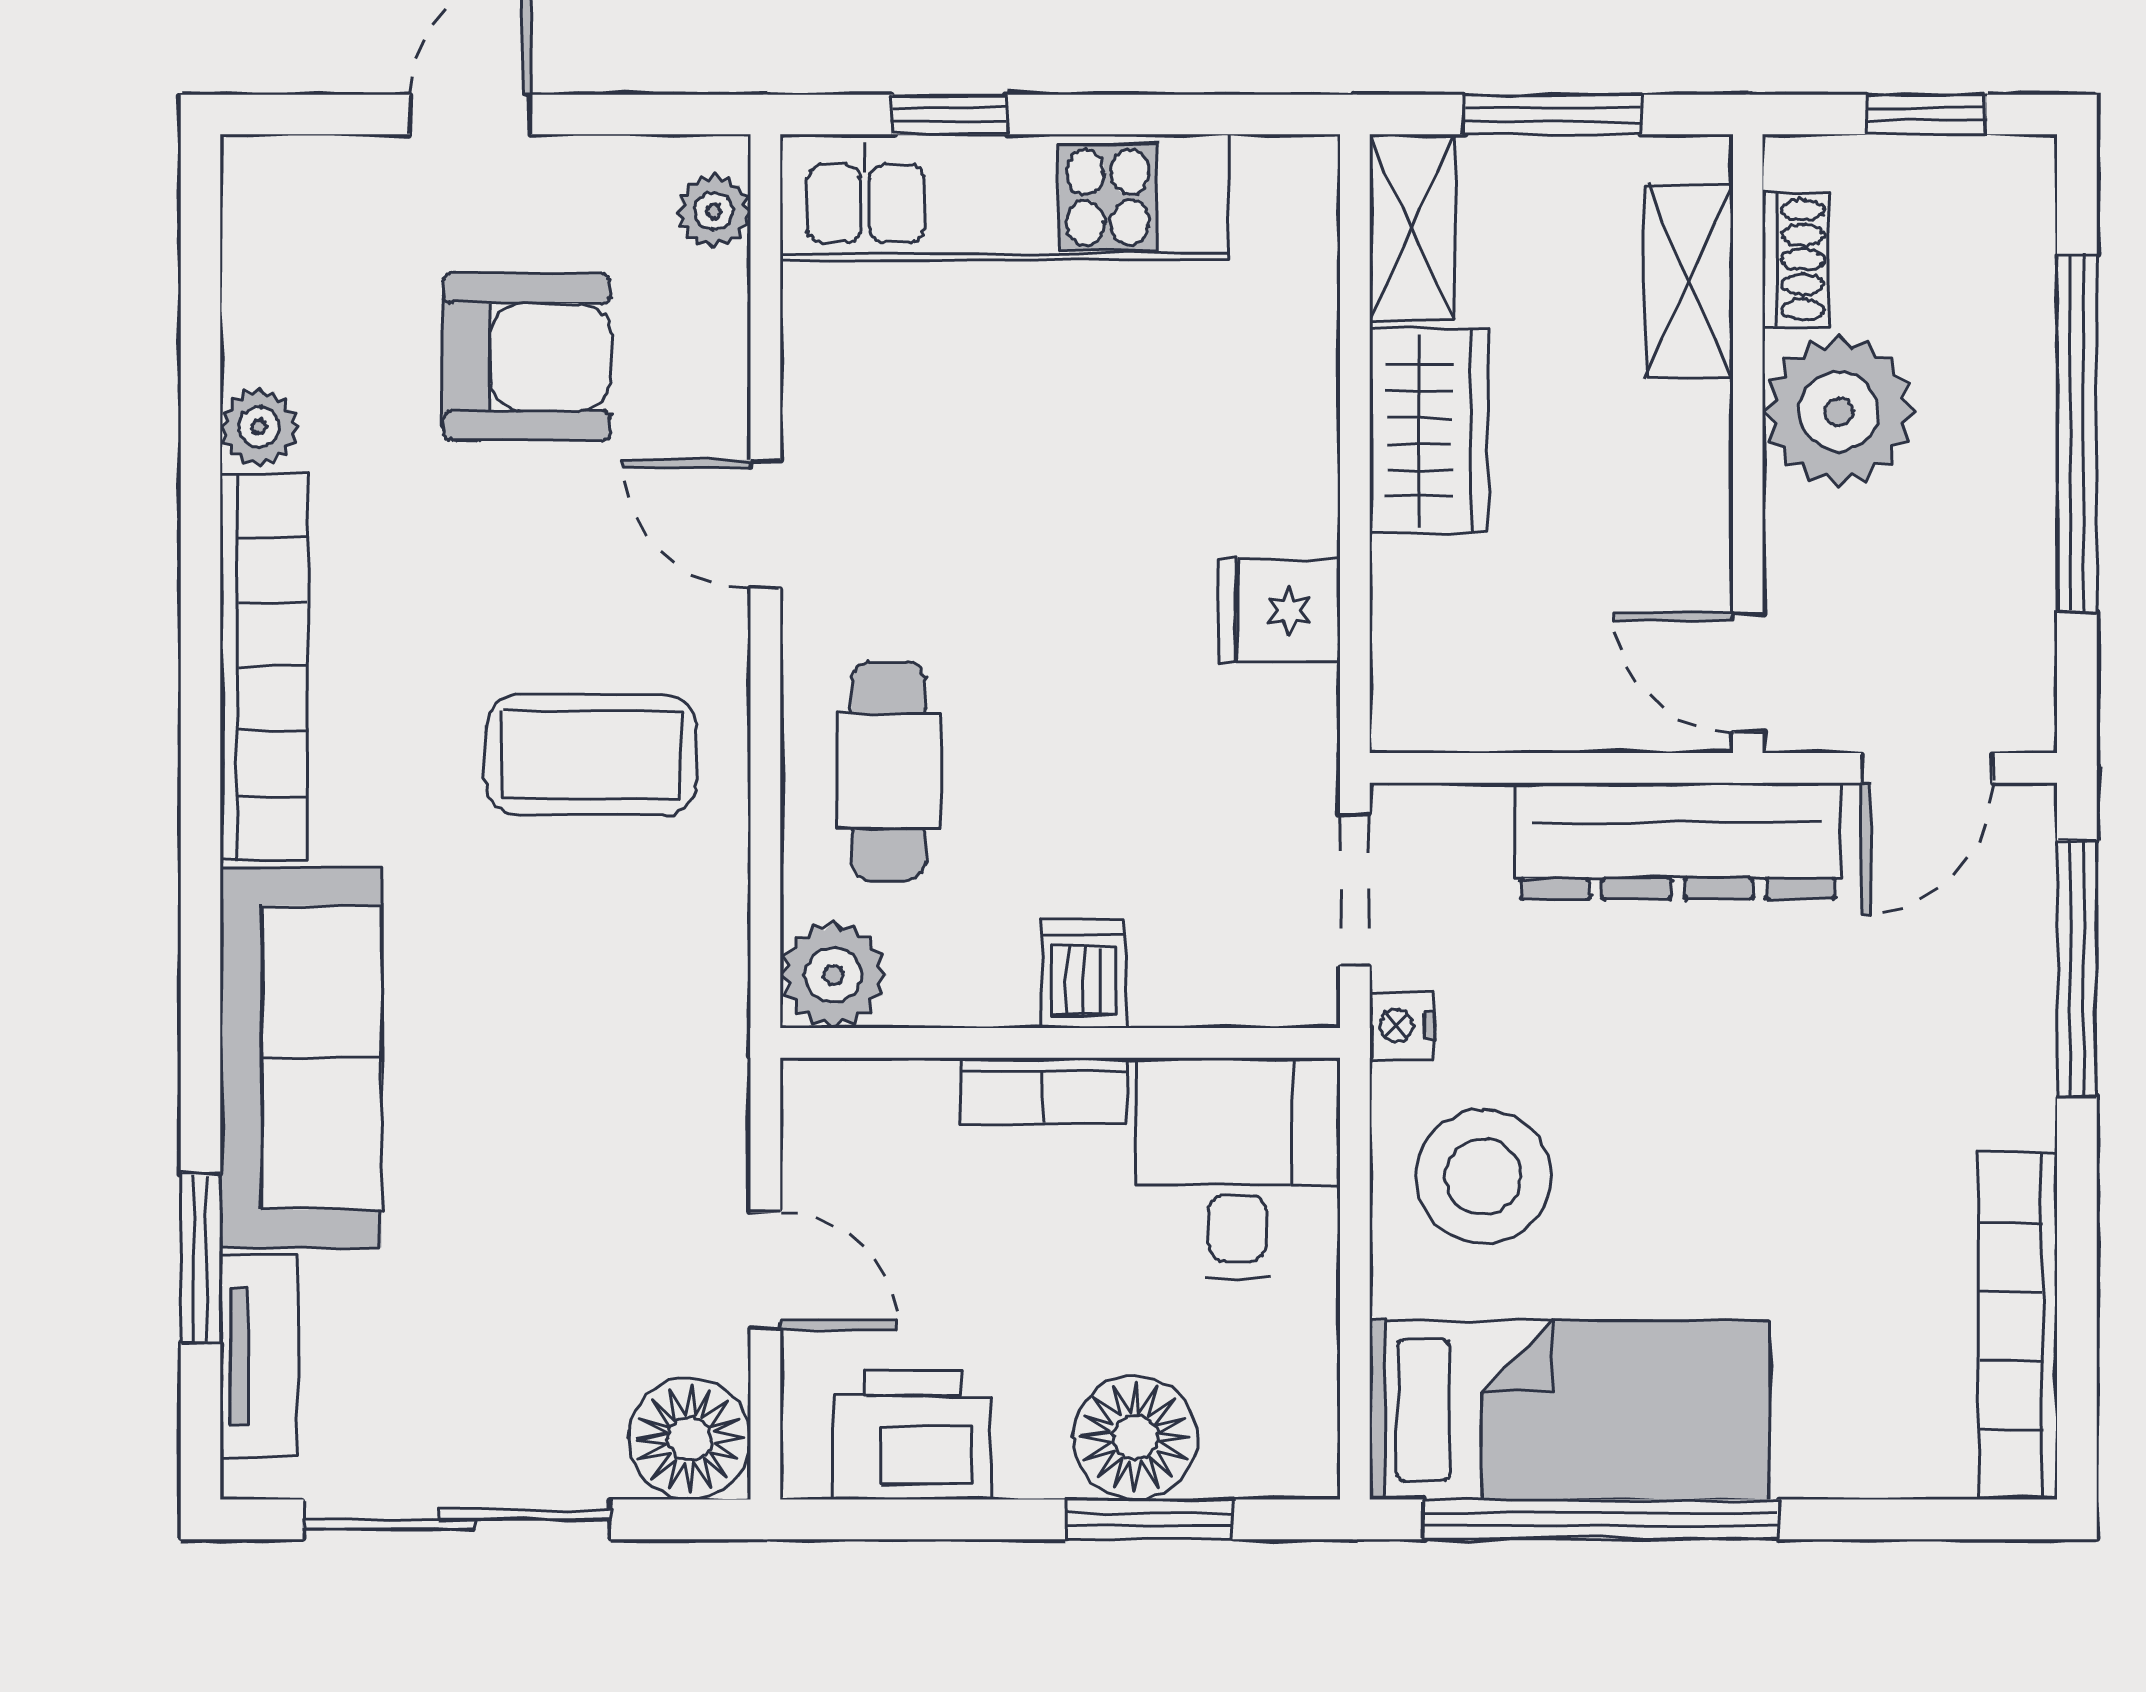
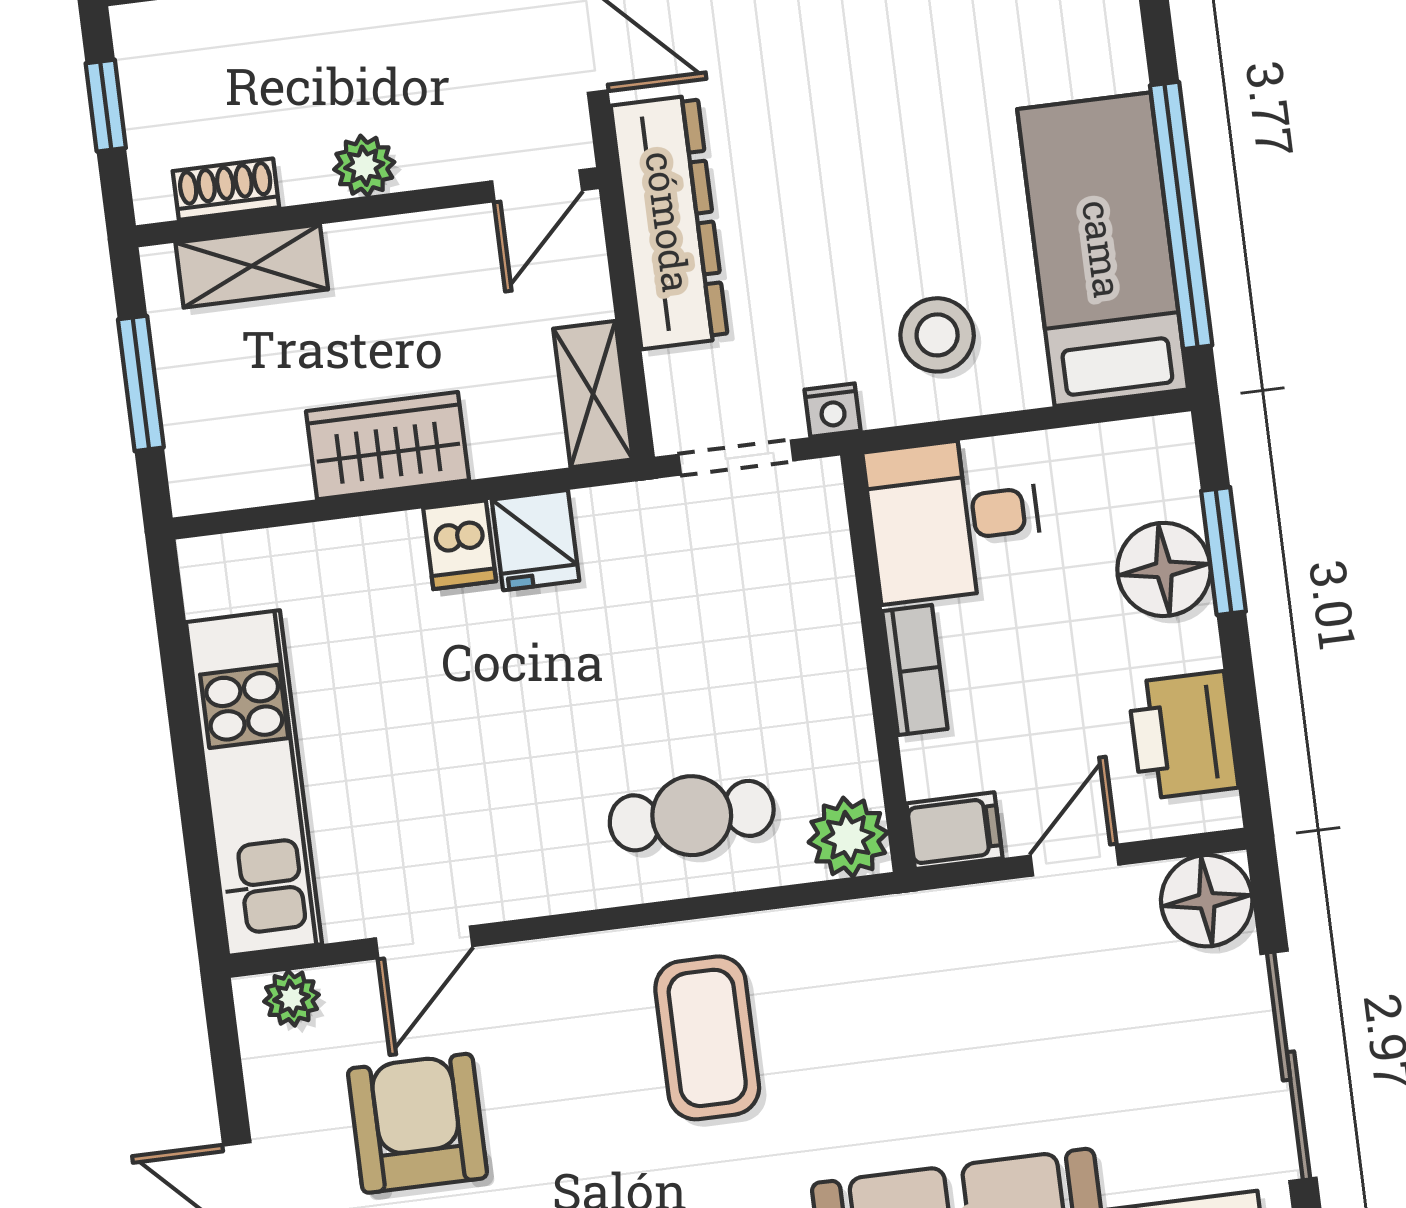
window: (949, 115) -> (198, 832), removed
shelving: (1411, 227) -> (593, 394), moved, turned 90
plant: (1839, 411) -> (364, 166), width x0.53, depth x0.53
door: (765, 524) -> (424, 942), moved
dishwasher: (1083, 974) -> (460, 545), moved, turned -90
filing cabinet: (824, 1117) -> (955, 831), added
stool: (1483, 1176) -> (937, 335), width x0.73, depth x0.73

